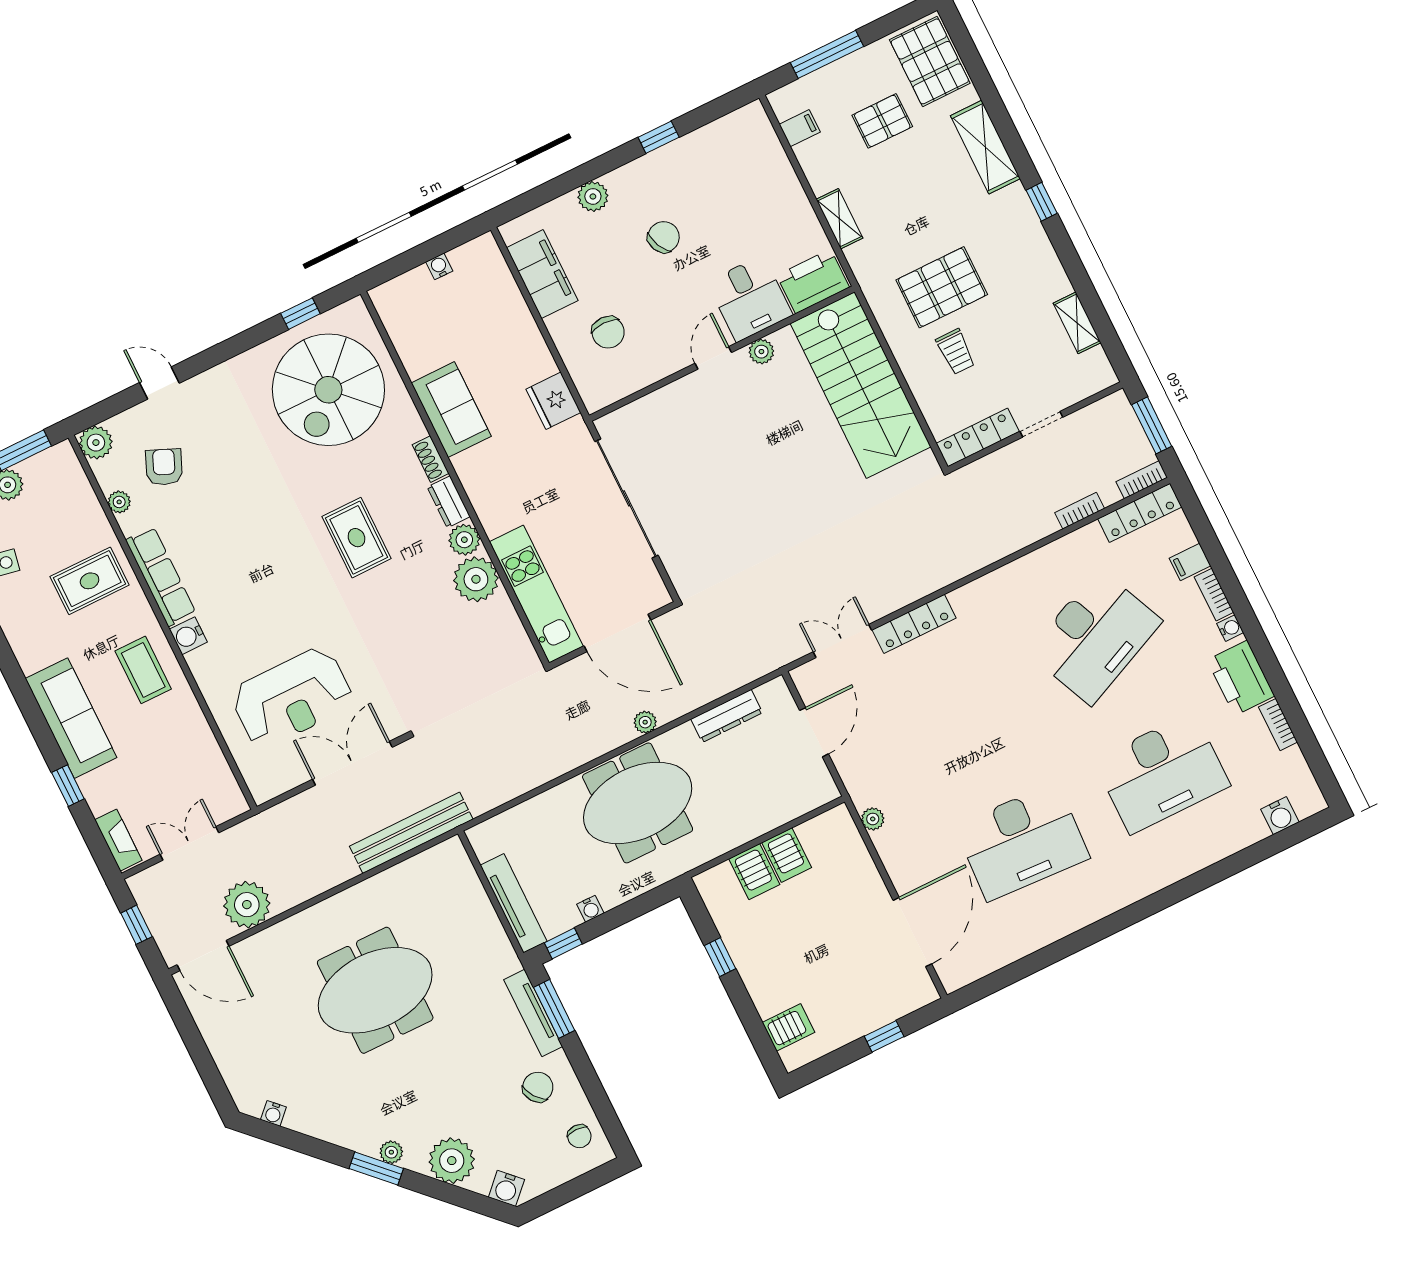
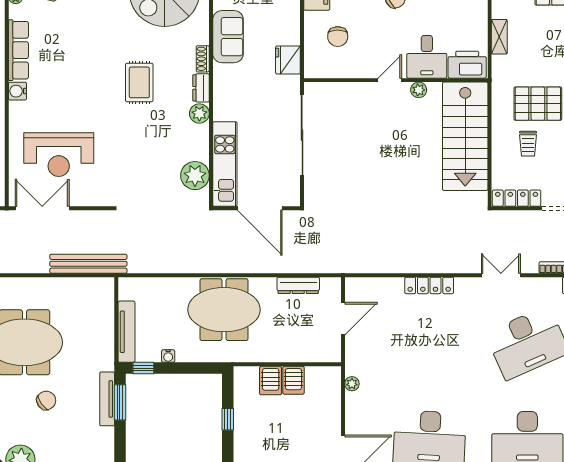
plant: (476, 579) -> (195, 176), moved
double door: (842, 641) -> (501, 275), moved
plant: (645, 722) -> (251, 266), removed
double door: (352, 763) -> (42, 208), moved
chair: (538, 1087) -> (46, 400), moved

